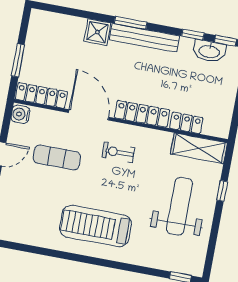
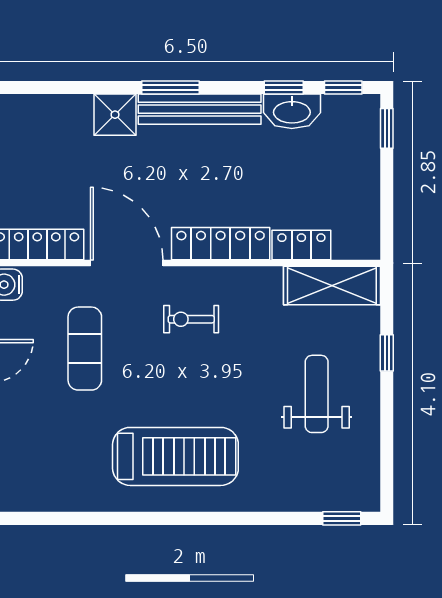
washbasin: (209, 51) -> (292, 111), moved
exercise mat: (57, 157) -> (85, 349), turned 90
weight bench: (179, 206) -> (317, 394), width x0.73, depth x0.75
treadmill: (95, 226) -> (175, 456), turned 180

